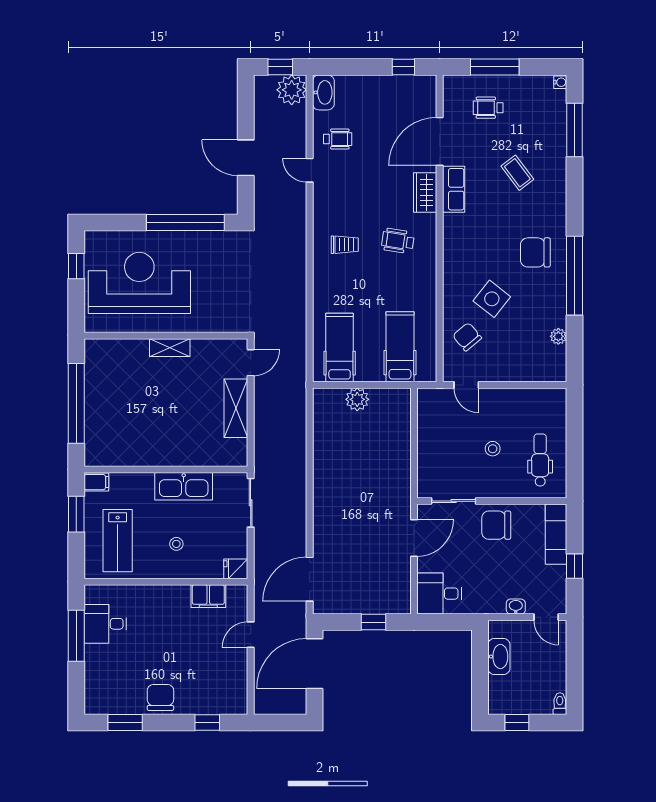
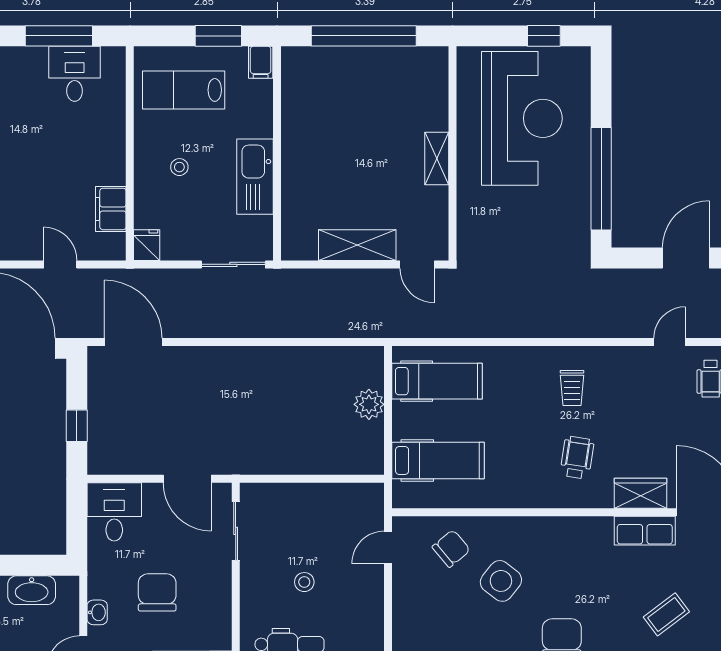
chair: (496, 525) -> (157, 592), moved

